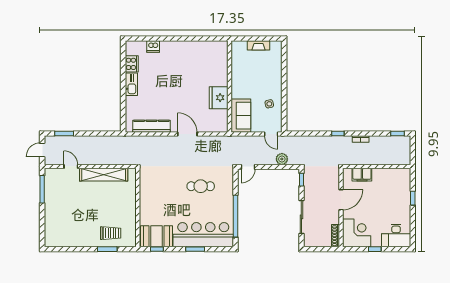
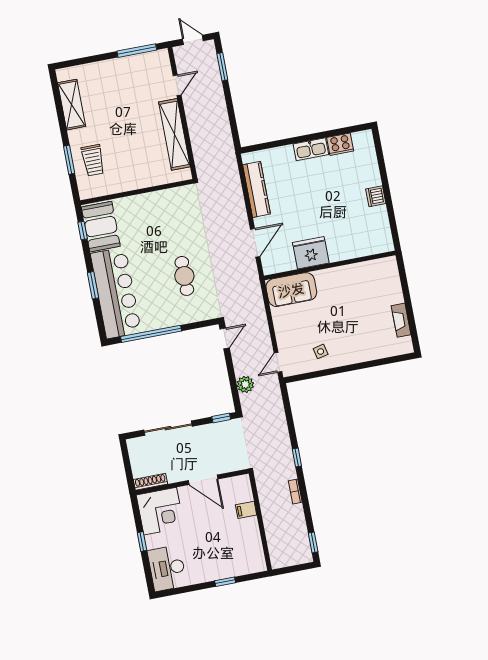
dishwasher: (153, 46) -> (376, 196), moved
wall: (230, 87) -> (330, 265), moved
fridge: (219, 98) -> (311, 253), moved
sofa: (241, 116) -> (291, 290), moved
door: (248, 167) -> (225, 338), swing flipped
filing cabinet: (362, 175) -> (246, 510), width x0.50
shelving: (70, 240) -> (72, 105), added

